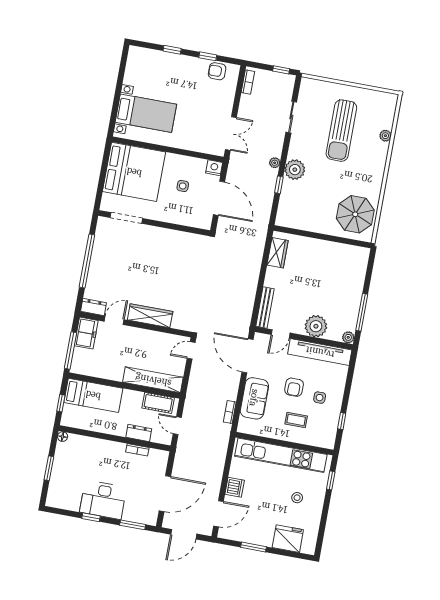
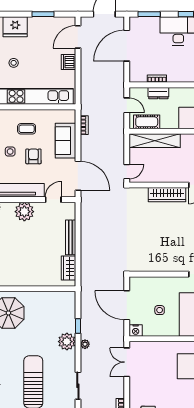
bench: (265, 307) -> (71, 237), moved

